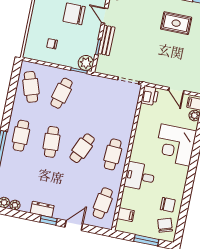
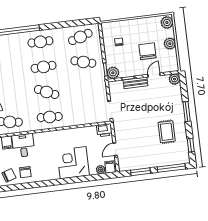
desk: (140, 176) -> (23, 145), moved

